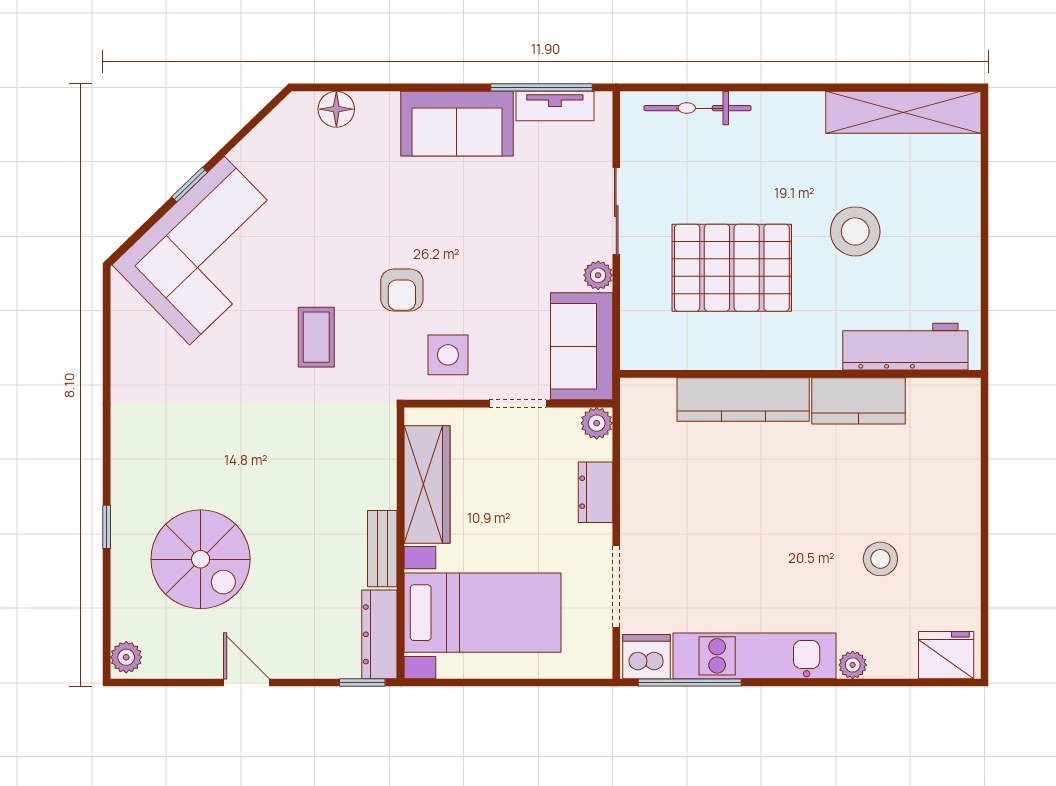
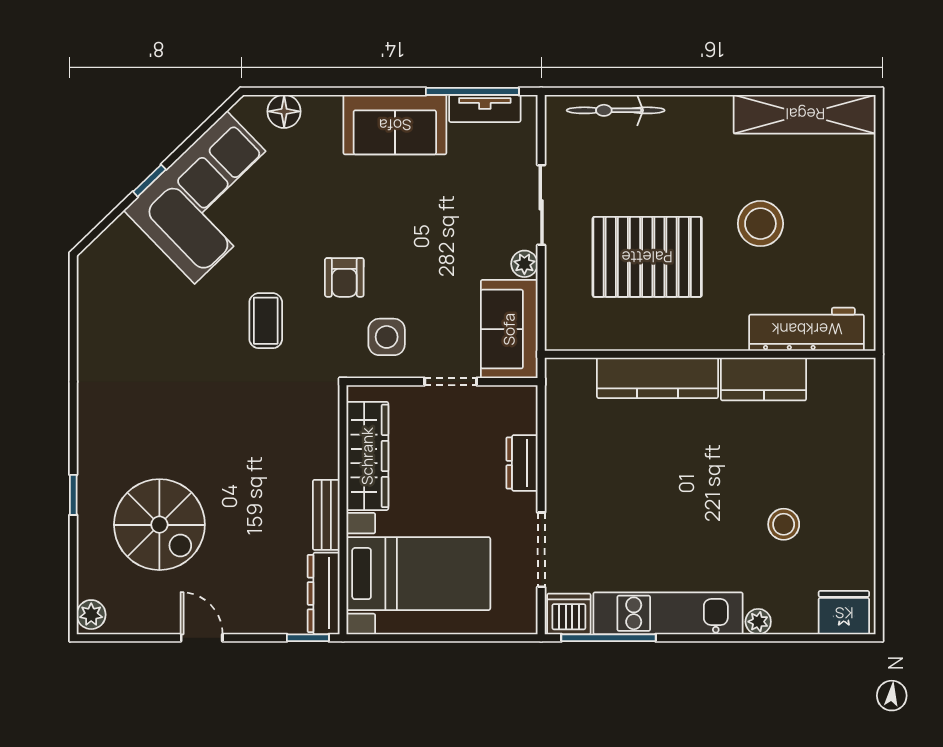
corner sofa: (207, 251) -> (211, 197), moved
plant: (597, 423) -> (523, 400), removed

